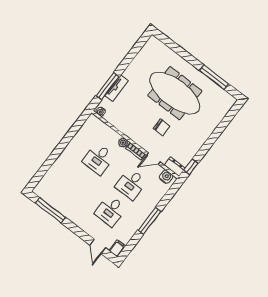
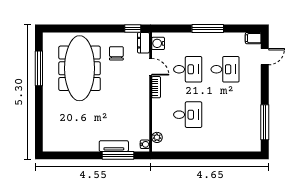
meeting table: (175, 93) -> (80, 68), moved
chair: (162, 127) -> (116, 53), moved
plant: (123, 143) -> (157, 137), moved

